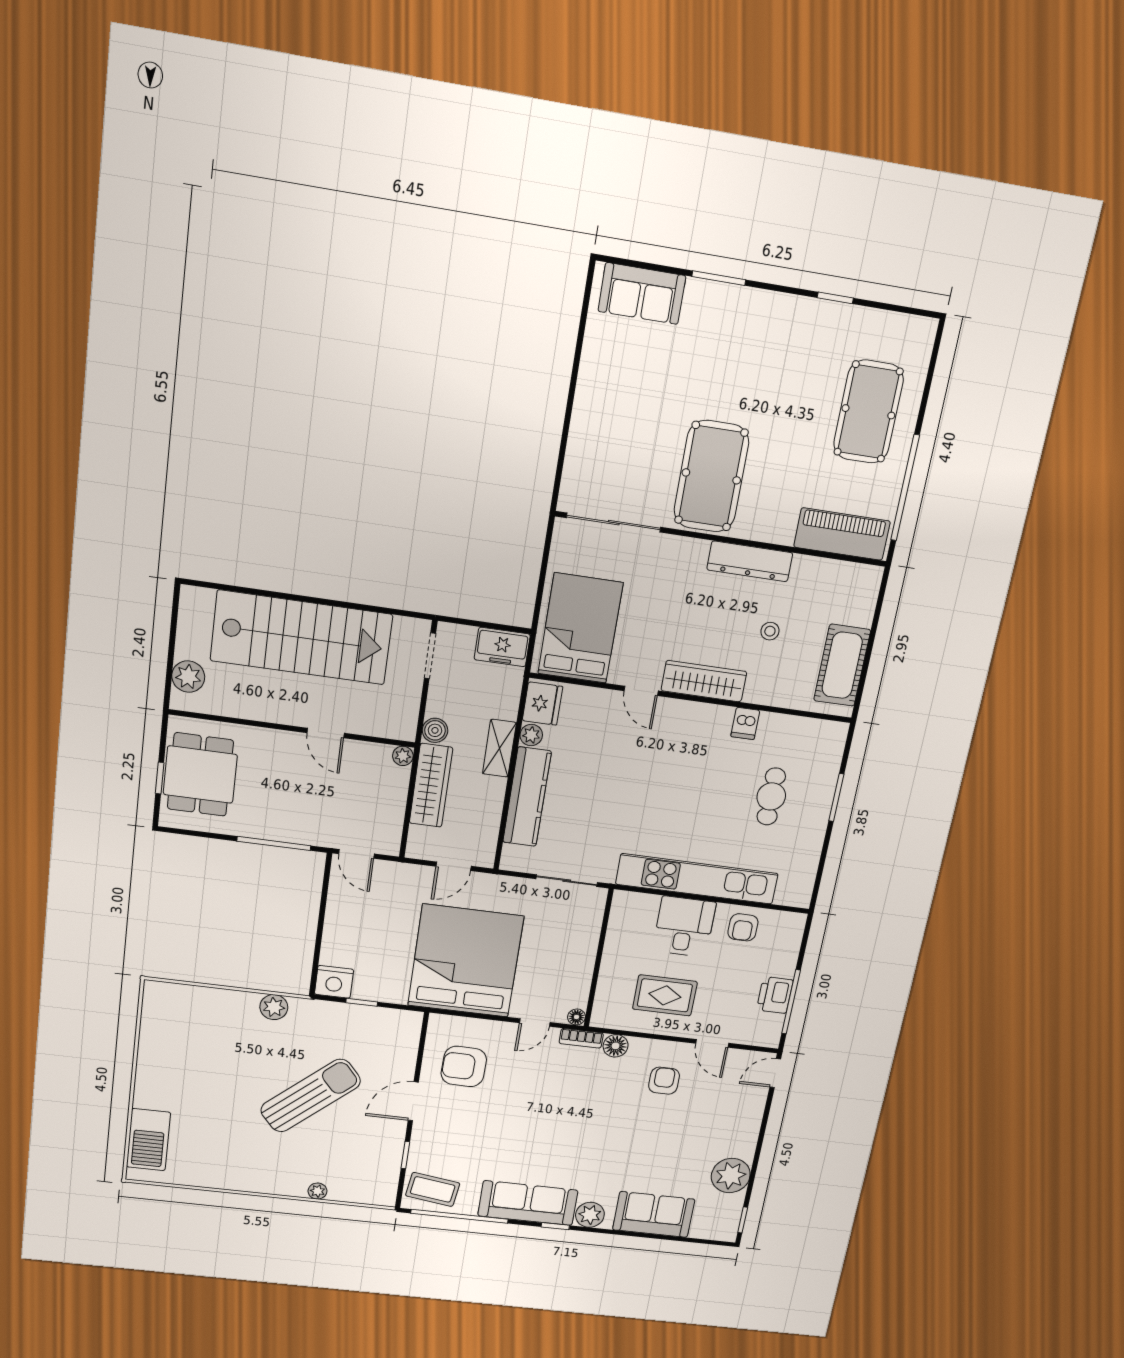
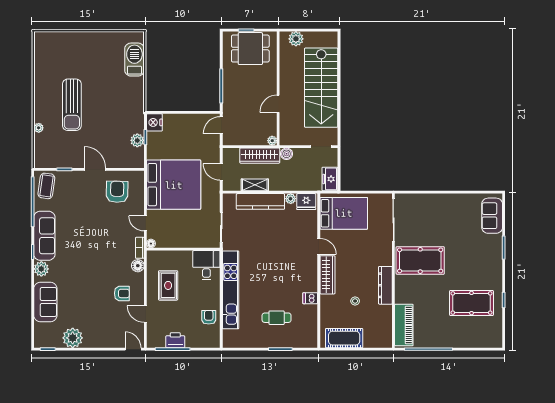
pool table: (868, 412) -> (471, 303), moved
door: (641, 691) -> (319, 246), swing flipped
shelving: (499, 748) -> (255, 185), moved
desk: (684, 927) -> (206, 265), moved, turned -90
armchair: (743, 927) -> (209, 317), turned 90
plant: (274, 1007) -> (137, 140), moved
door: (712, 1043) -> (145, 314), hinge flipped
sun lounger: (311, 1096) -> (72, 105), moved, turned 41
barbecue: (148, 1140) -> (134, 60), moved, turned 90

